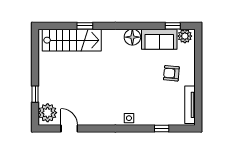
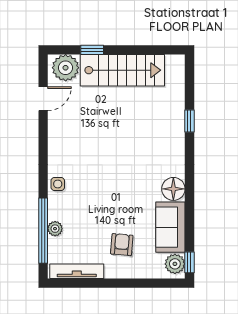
window: (173, 26) -> (189, 262), moved
stairs: (72, 40) -> (122, 70), moved, turned -90
plant: (160, 120) -> (55, 229), added
window: (162, 128) -> (43, 231), width x3.17

